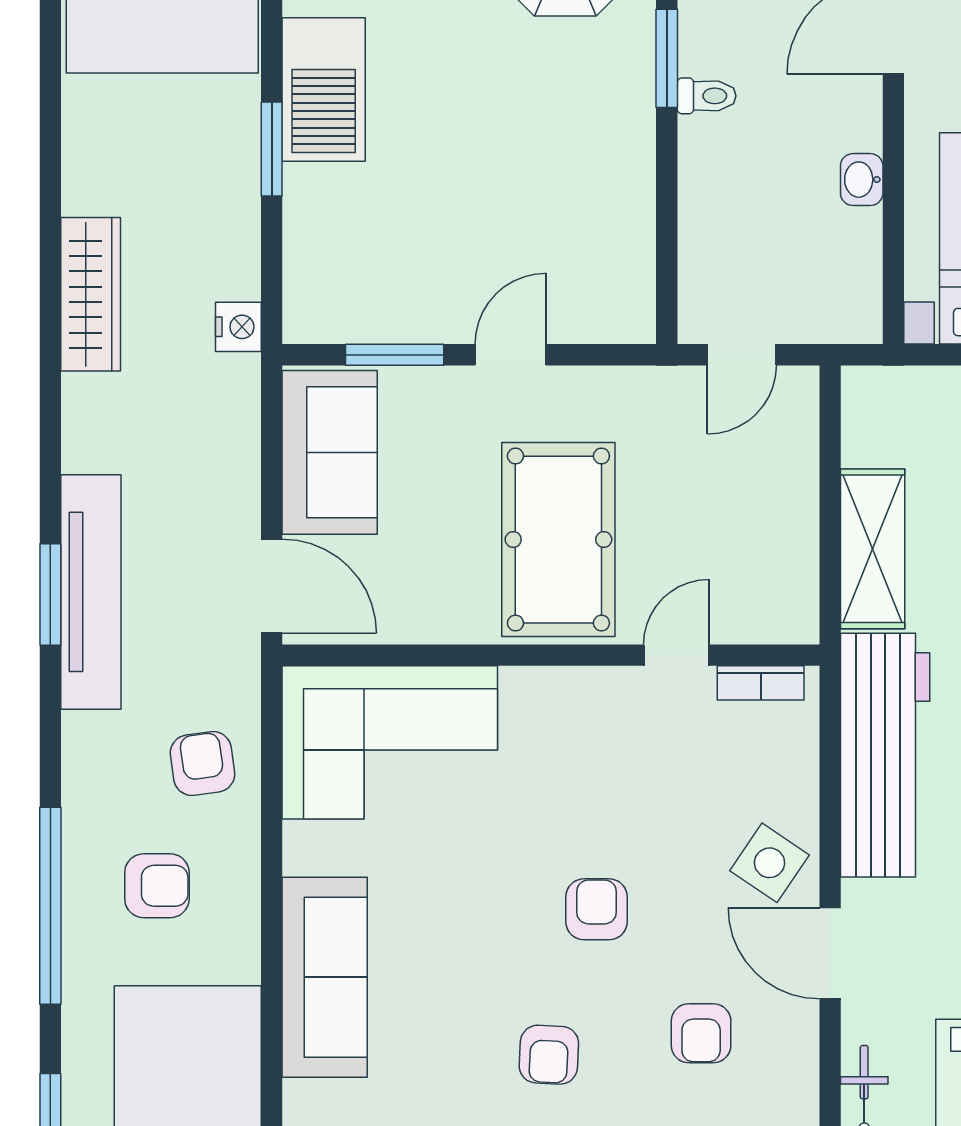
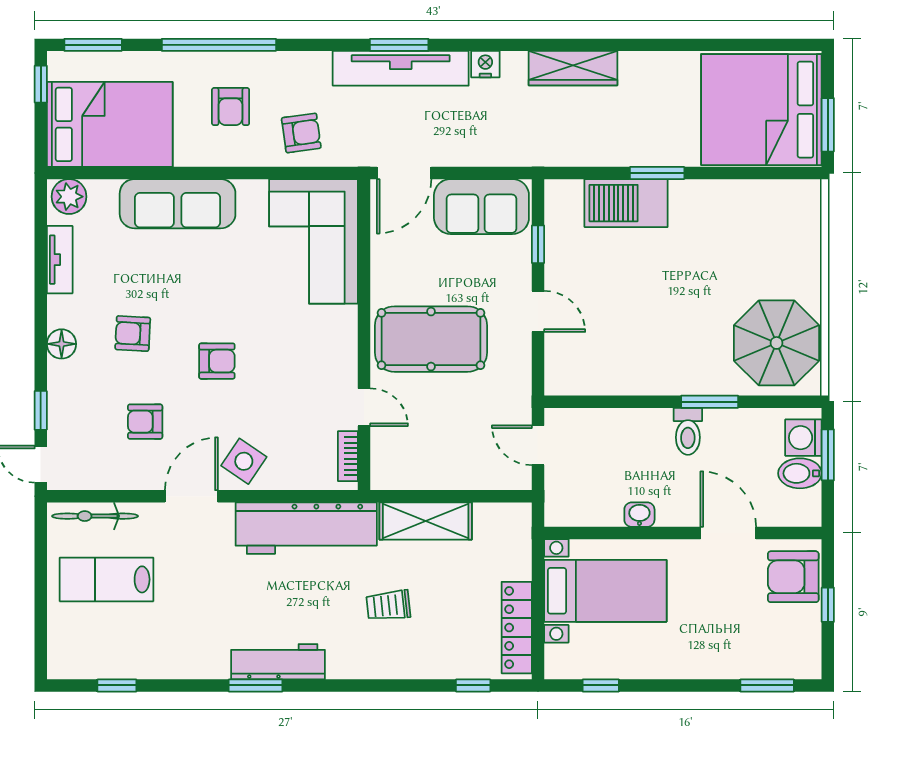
barbecue: (324, 89) -> (626, 203), moved
toilet: (707, 96) -> (688, 431), width x1.37, depth x1.39
nightstand: (238, 327) -> (485, 64), moved, turned 180
window: (395, 355) -> (538, 244), width x0.67

